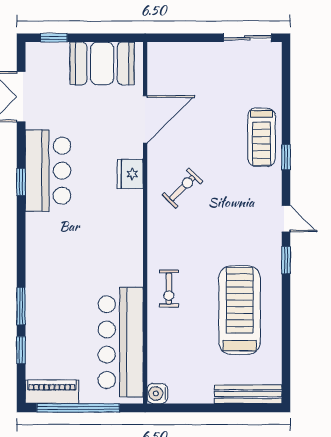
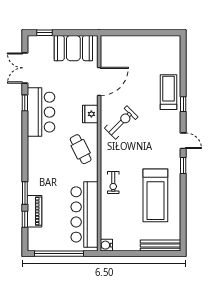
sliding door: (247, 38) -> (160, 33), removed
treadmill: (262, 137) -> (169, 92), turned 180
window: (21, 182) -> (25, 103), moved
exercise bike: (182, 188) -> (121, 122), width x1.38, depth x1.39
cafe table: (114, 233) -> (81, 149), added
treadmill: (240, 310) -> (155, 195), turned 180
piano: (52, 392) -> (35, 211), moved, turned 90

